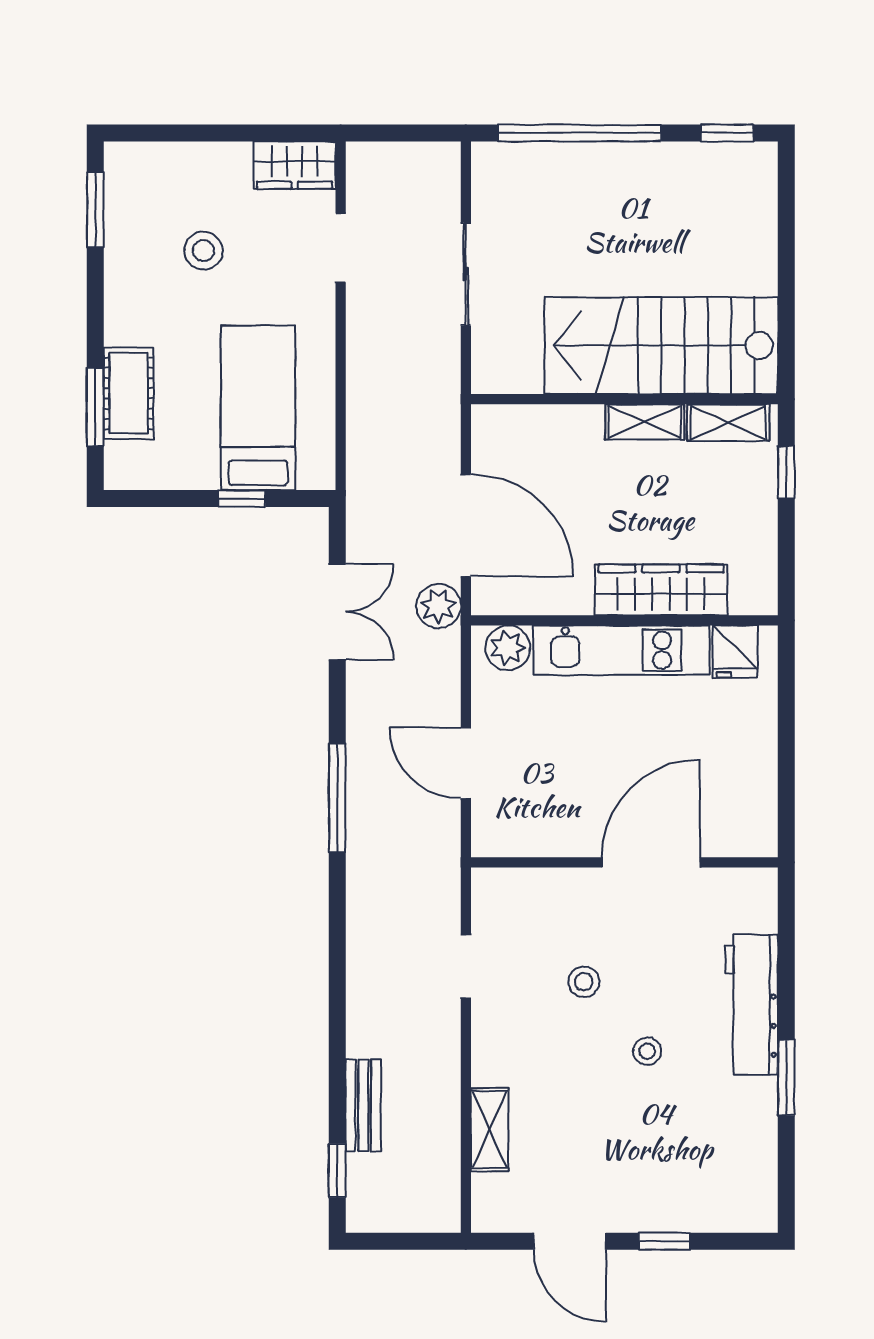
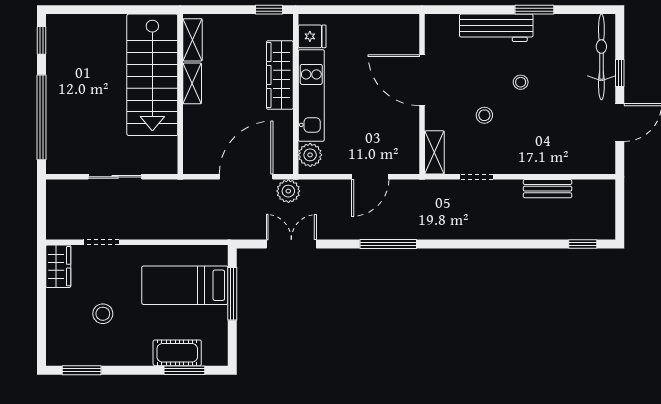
window: (786, 472) -> (269, 10), moved
window: (242, 499) -> (232, 294), width x2.17
bench: (363, 1105) -> (548, 189), moved
shelving: (490, 1130) -> (434, 152), moved, turned 90
bicycle: (696, 1206) -> (601, 57), added

